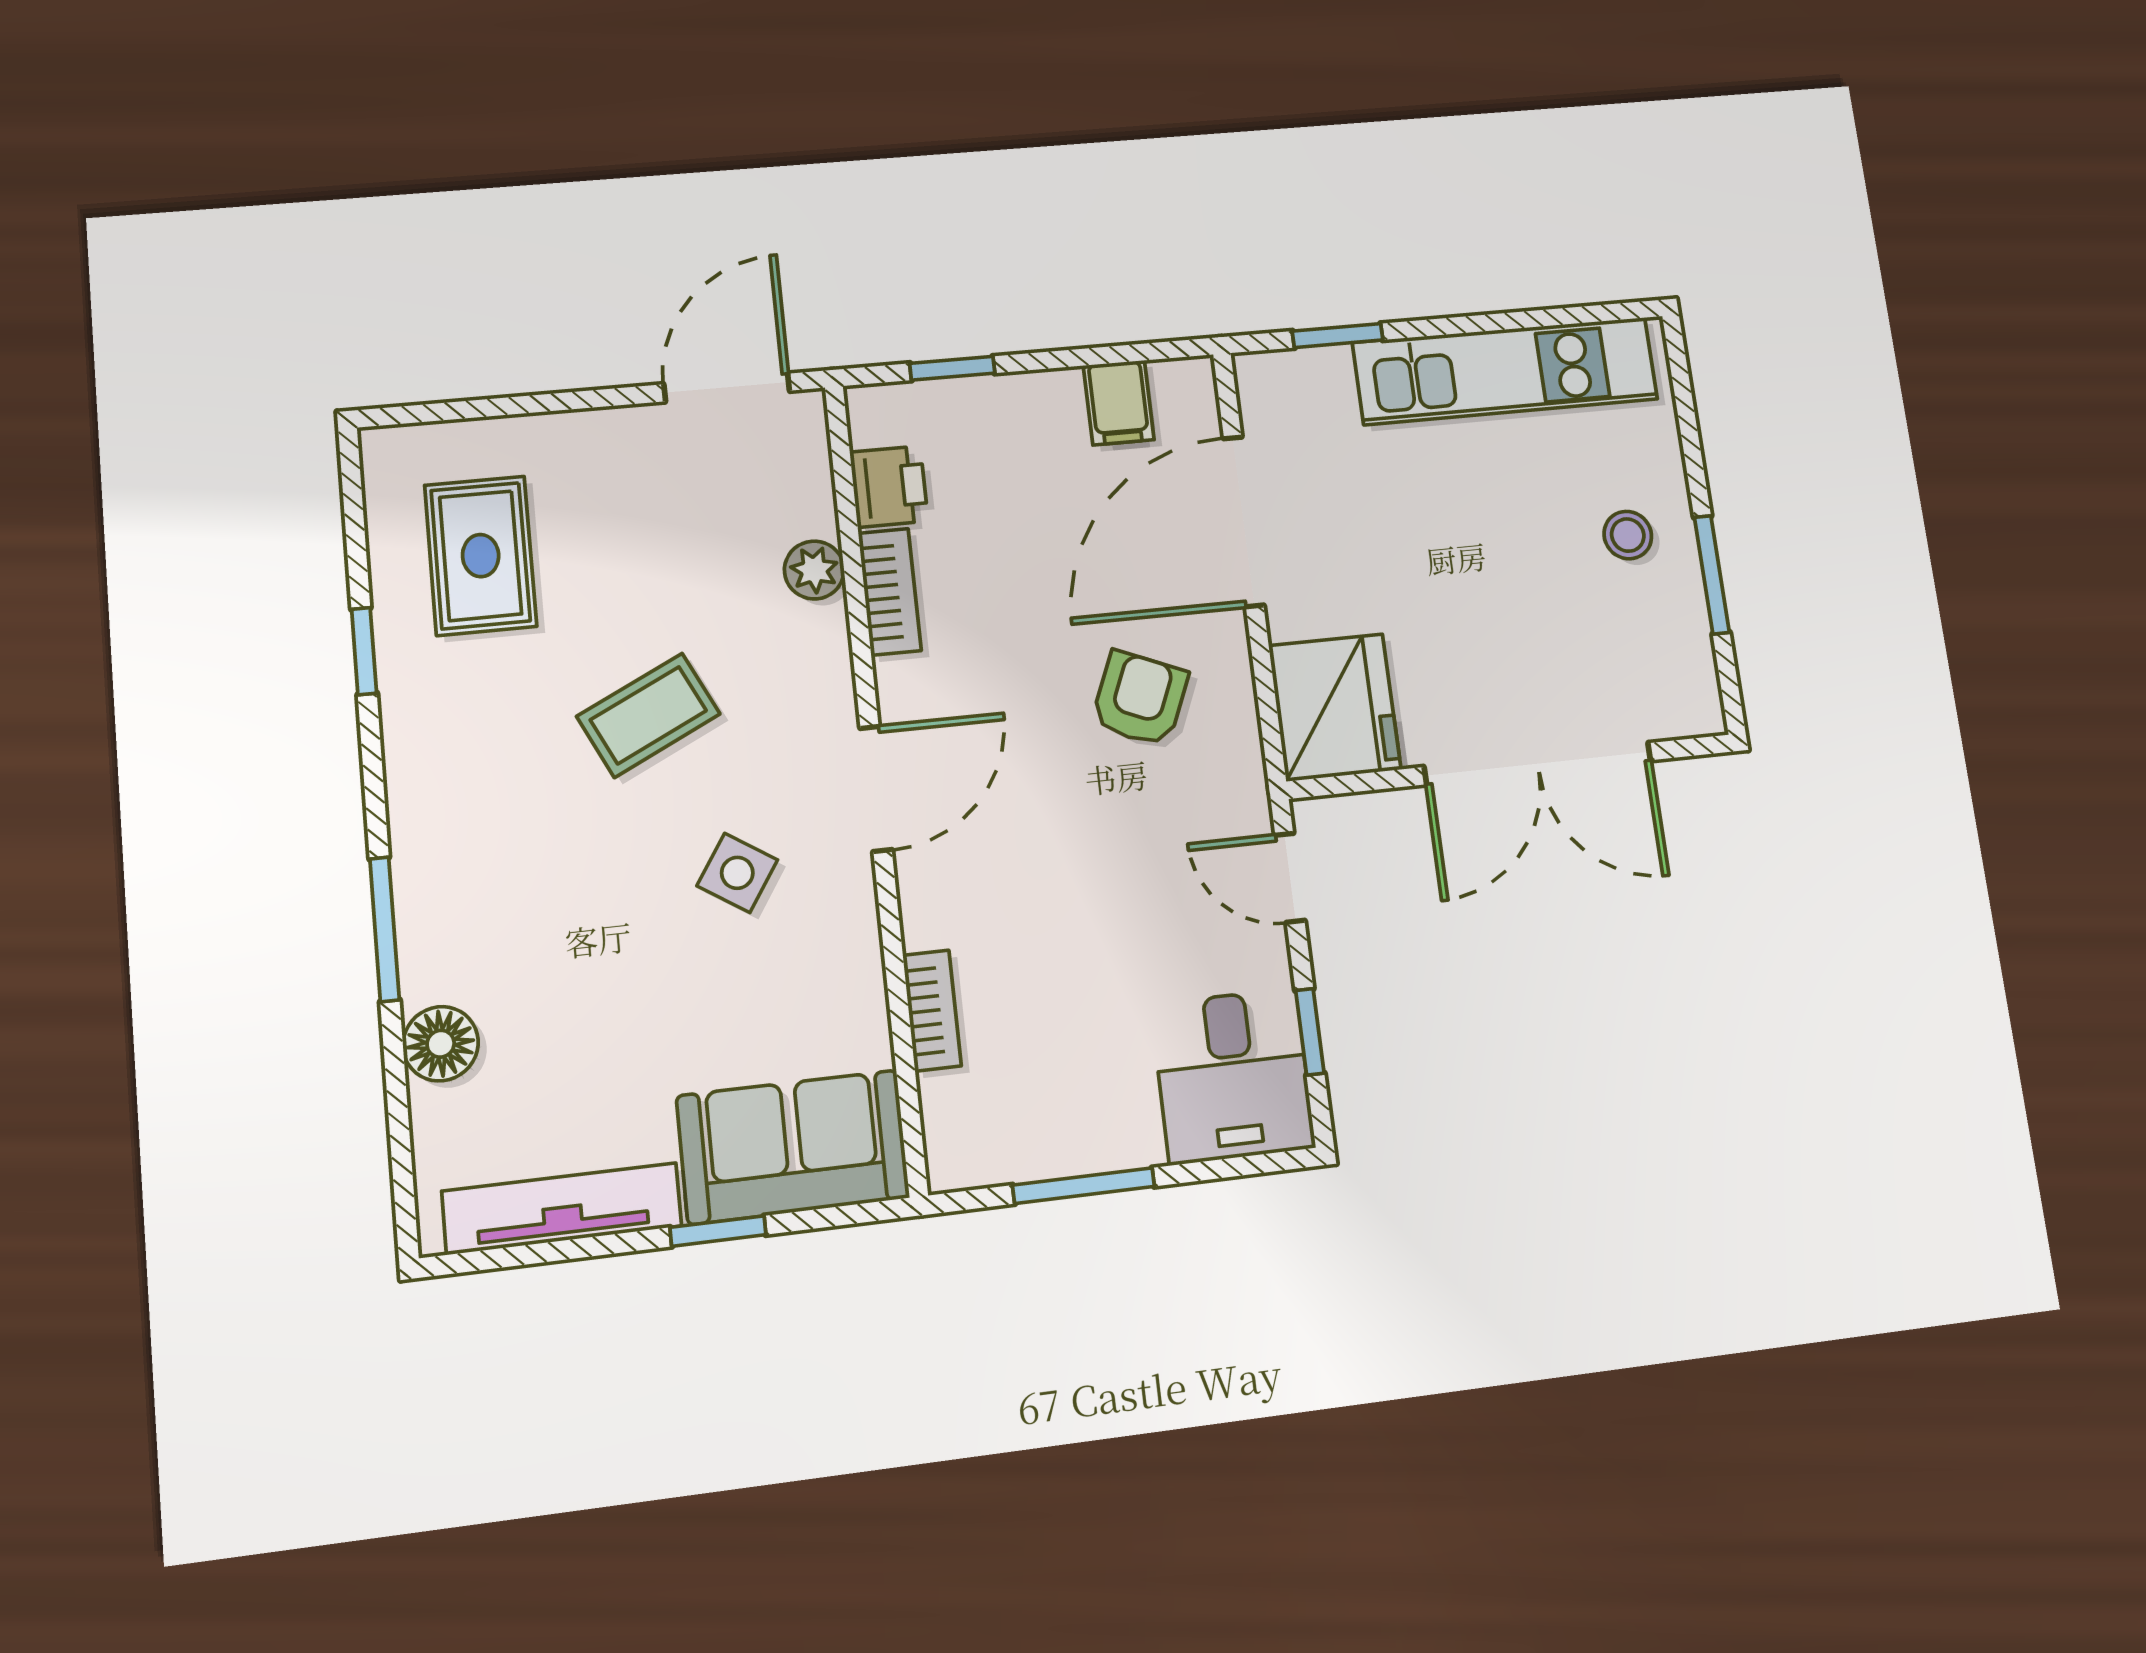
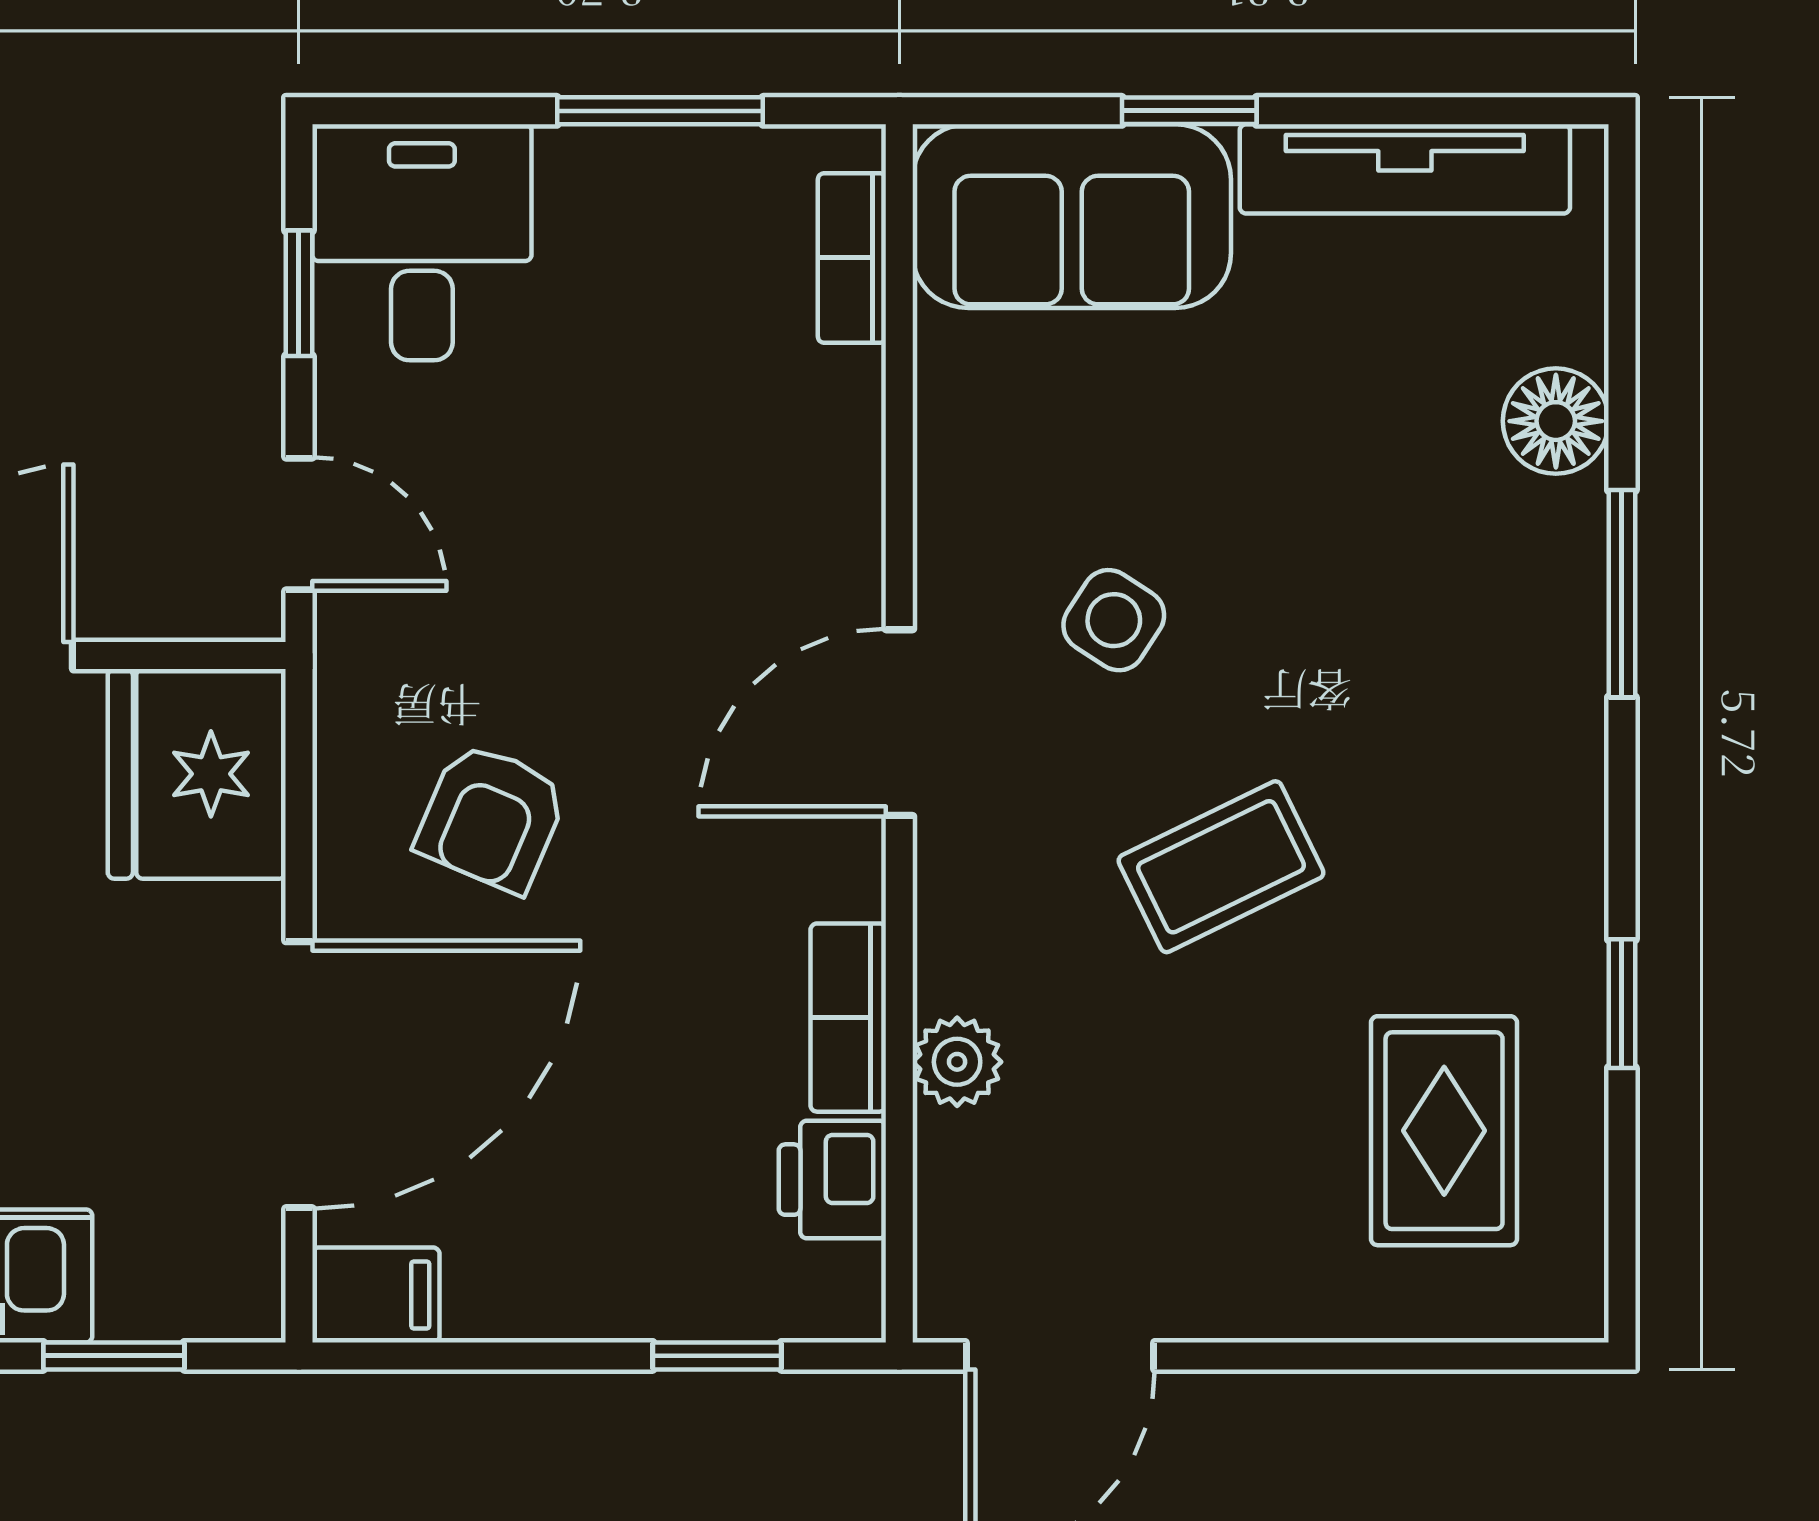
filing cabinet: (1119, 403) -> (376, 1295), moved, turned 90
bookcase: (932, 1011) -> (852, 258), moved

